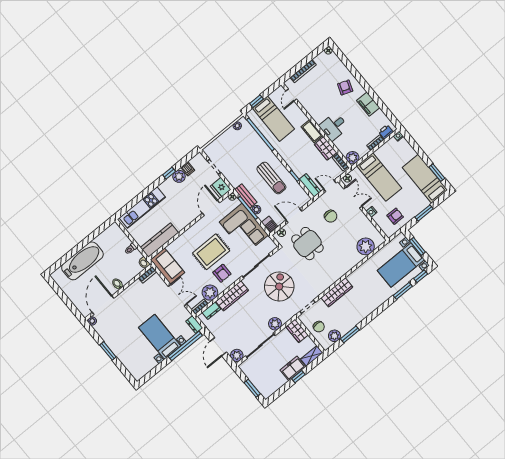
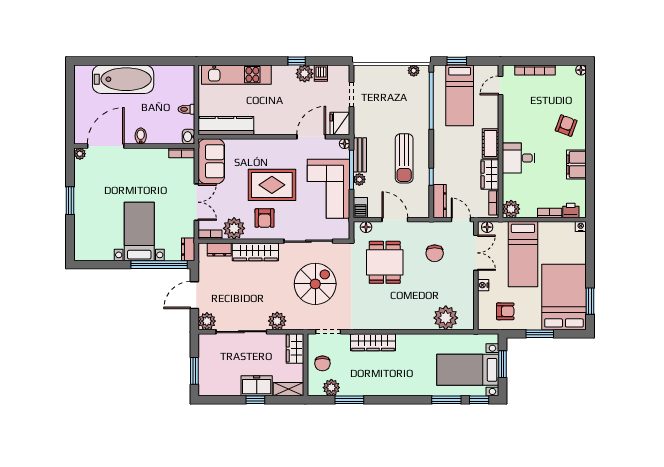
bed: (425, 179) -> (564, 297), width x1.50

